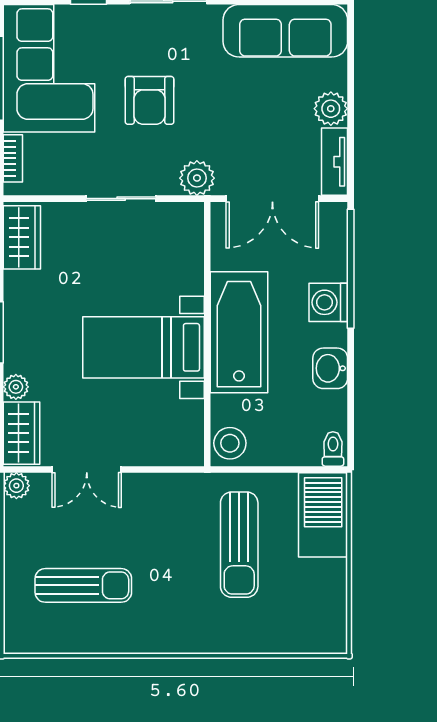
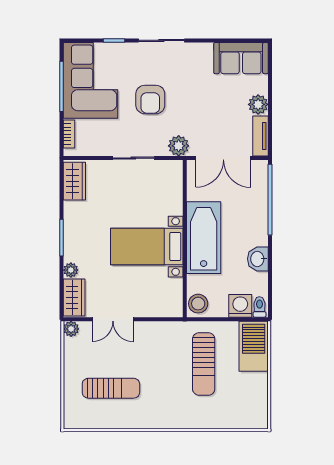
sofa: (285, 31) -> (241, 58), width x0.73
washing machine: (328, 302) -> (240, 306), moved, turned 90

